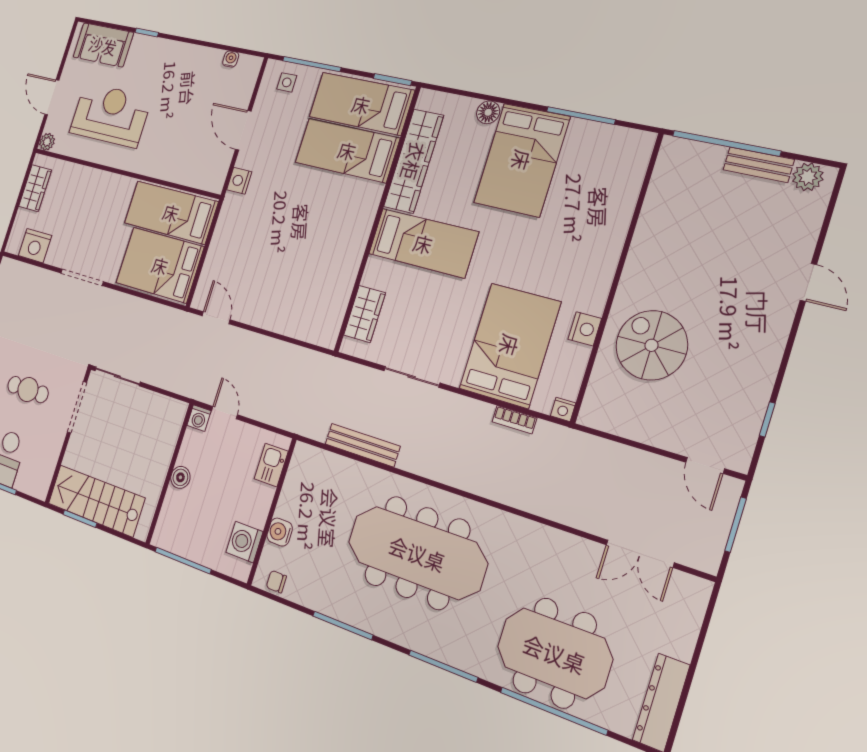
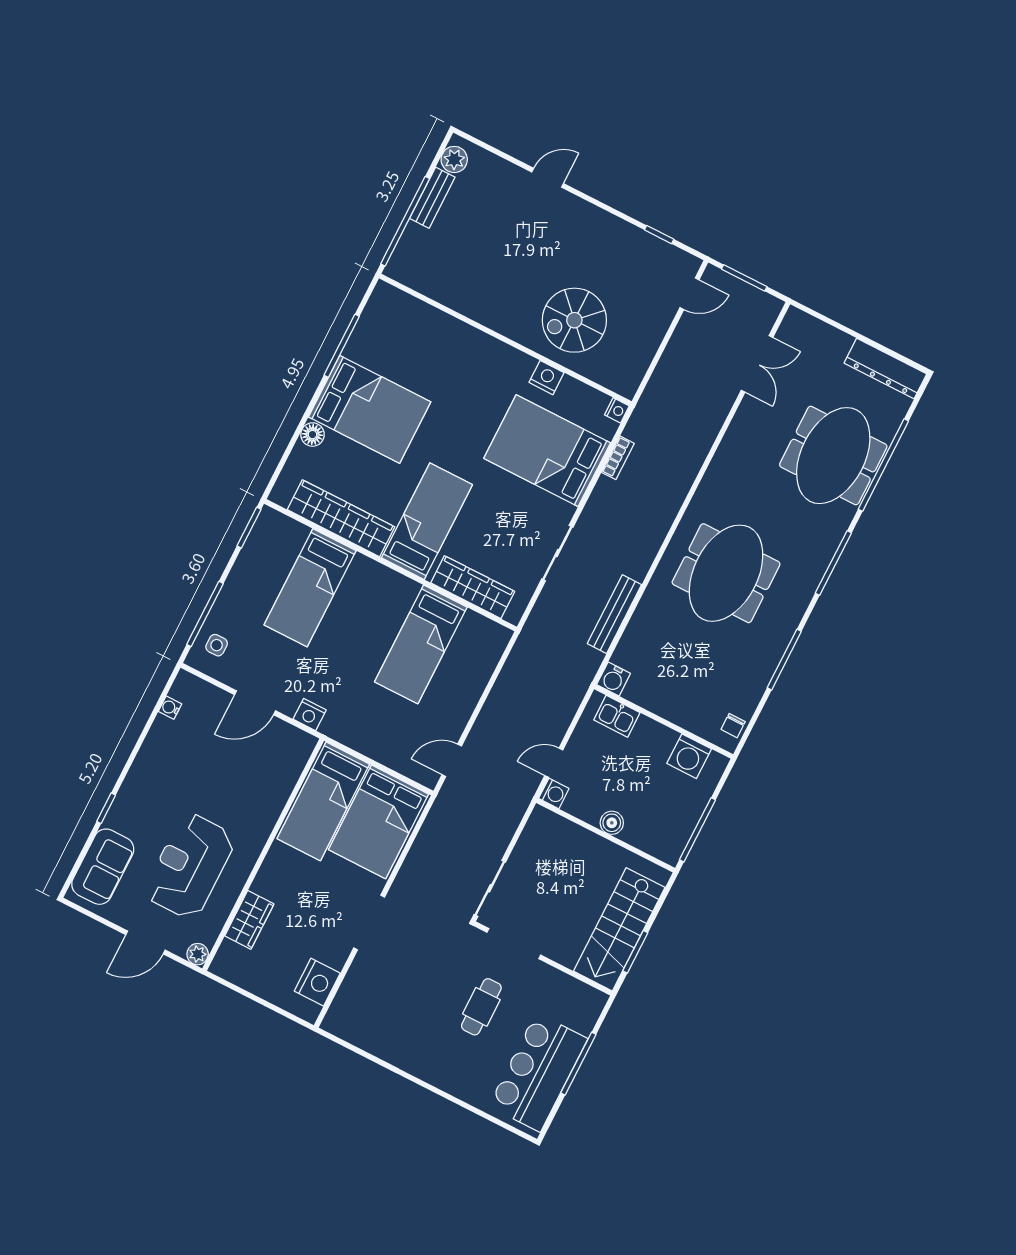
bed: (361, 104) -> (421, 644), moved
wardrobe: (35, 188) -> (249, 920), moved, turned 90
wardrobe: (365, 314) -> (473, 587), width x1.50
water cooler: (280, 532) -> (614, 679), moved
meeting table: (417, 553) -> (726, 573), width x0.73

